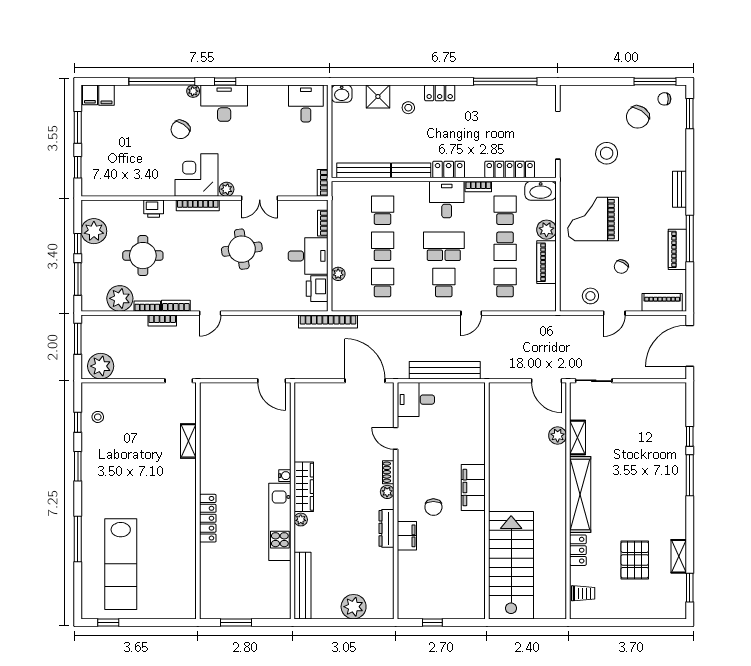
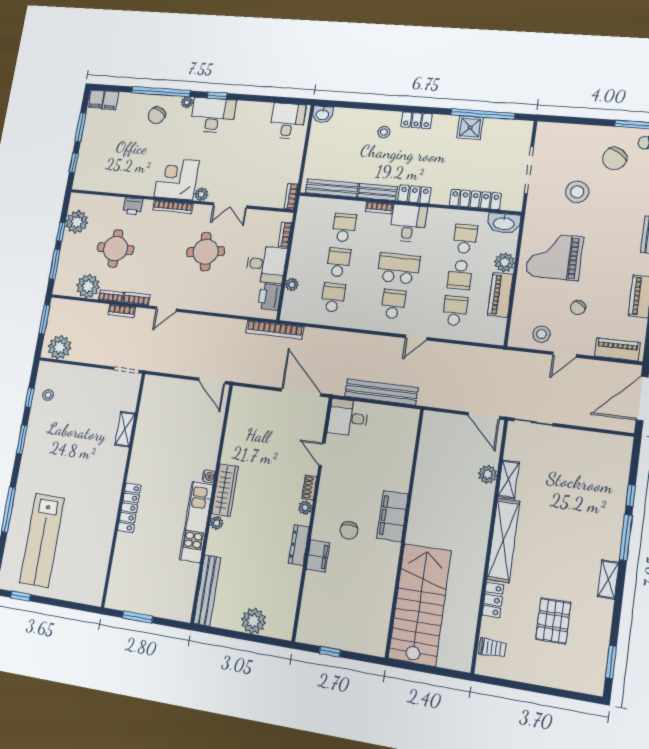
shower: (378, 97) -> (470, 128), moved
chair: (180, 129) -> (157, 115), moved
bookcase: (478, 187) -> (379, 208), moved
shelving: (679, 556) -> (608, 579), moved

